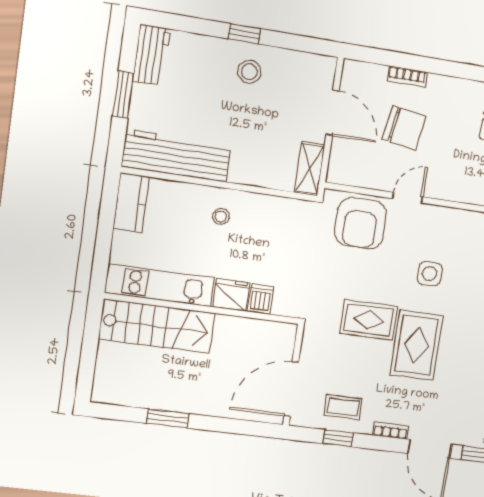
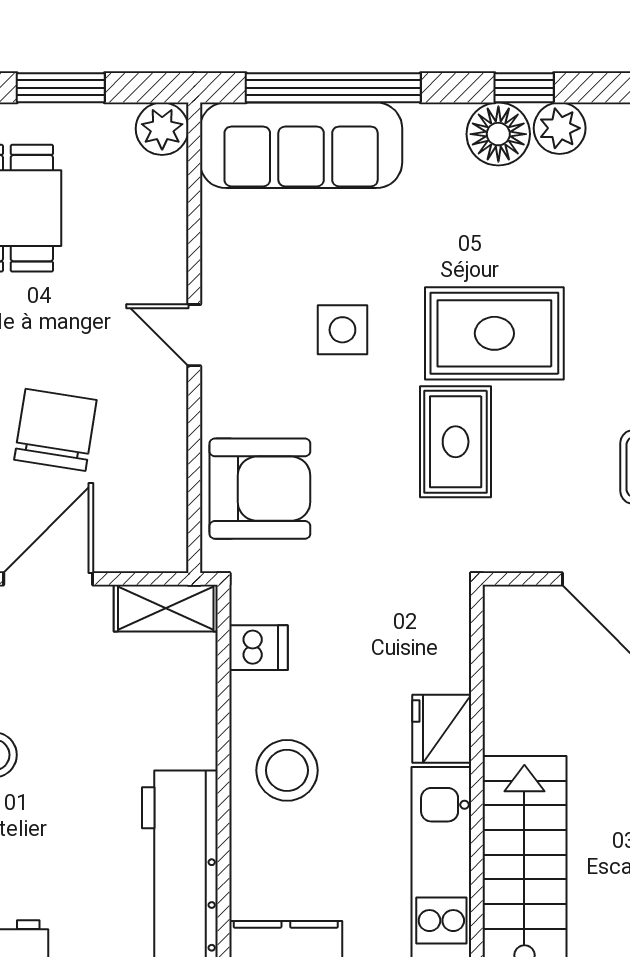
door: (408, 198) -> (194, 335), moved
stool: (221, 216) -> (287, 770), width x1.89, depth x1.89
dishwasher: (260, 299) -> (258, 648), moved, turned 180

